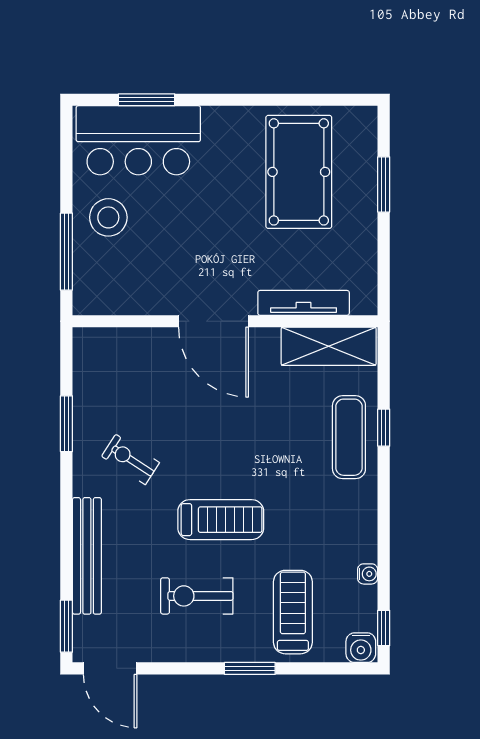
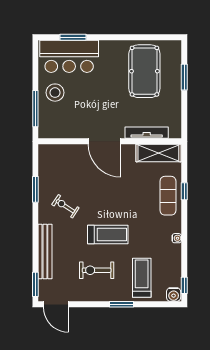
water cooler: (368, 574) -> (177, 238), moved

